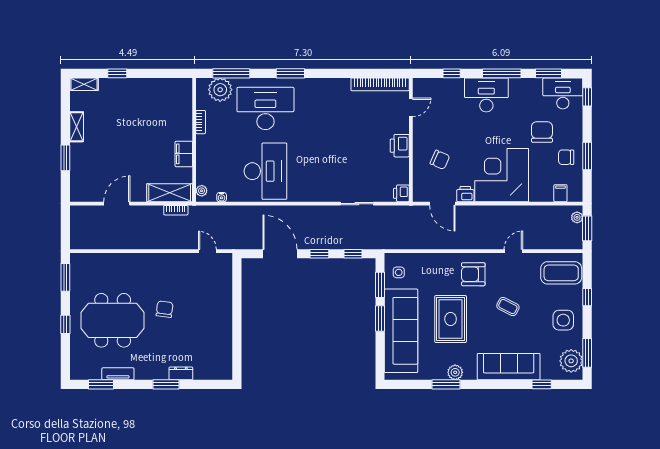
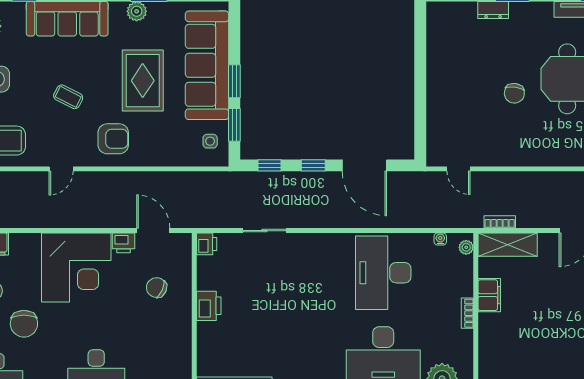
door: (411, 107) -> (194, 356), removed
bookcase: (201, 122) -> (467, 313), moved

